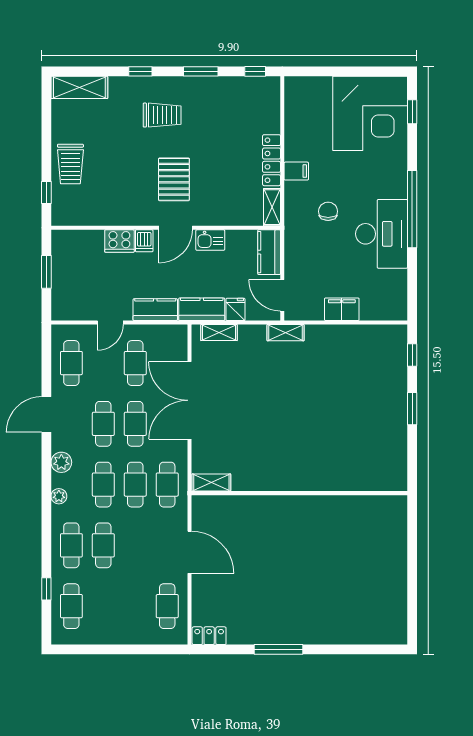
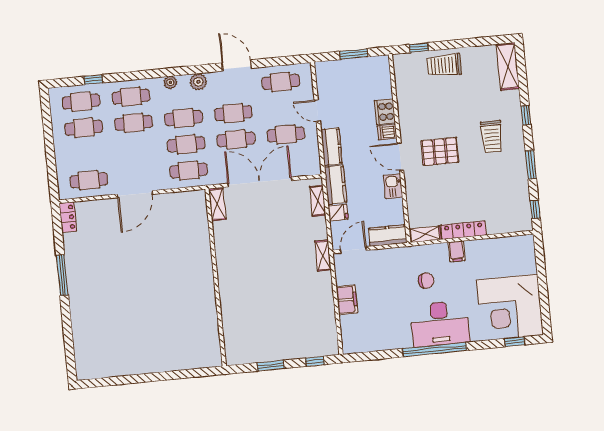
desk: (382, 234) -> (440, 324), moved
shelving: (211, 483) -> (217, 204), moved
wall: (299, 493) -> (216, 277), moved
cafe table: (103, 606) -> (84, 128), added

